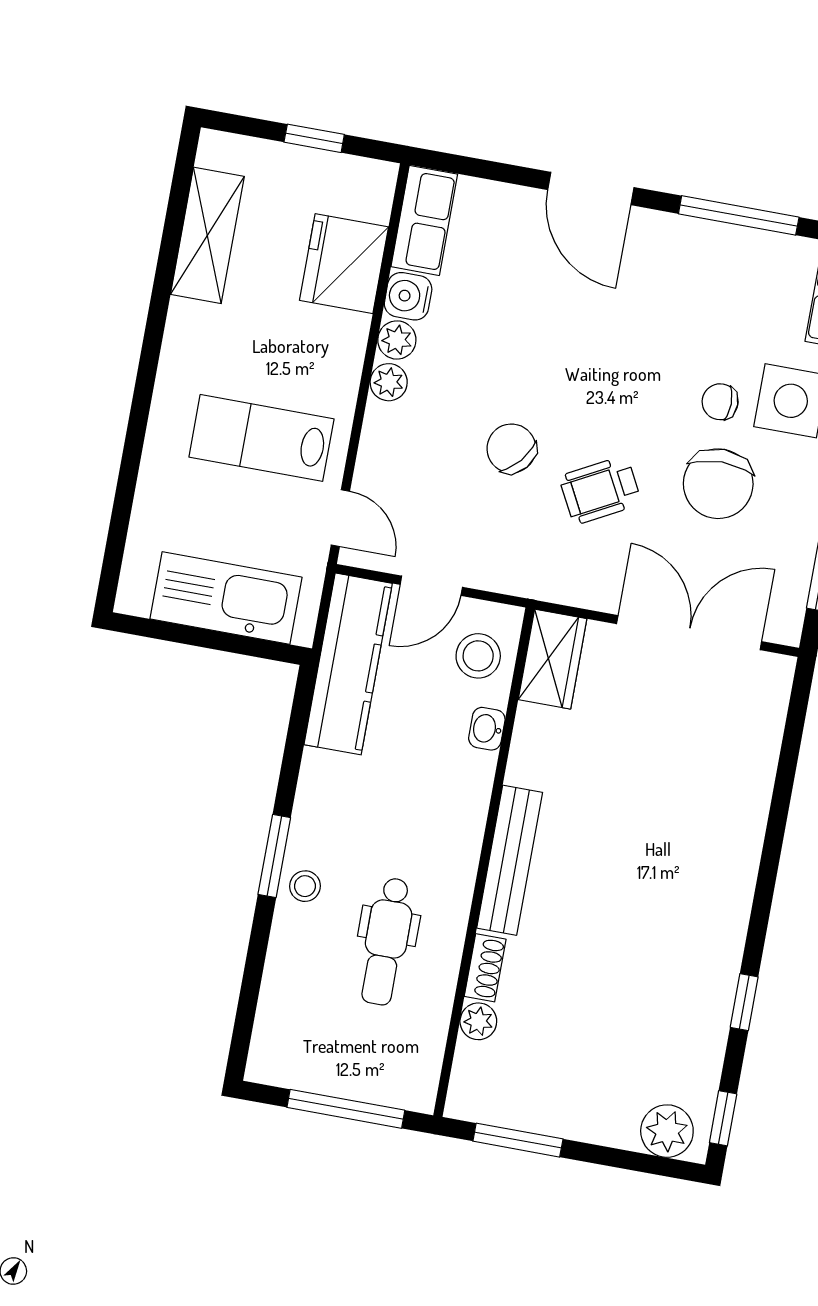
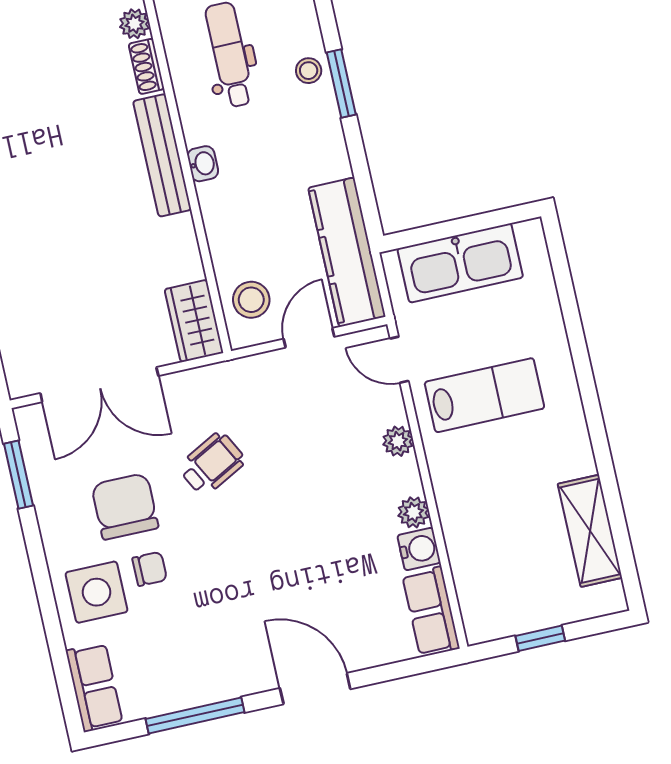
fridge: (344, 264) -> (478, 553), removed
plant: (389, 382) -> (398, 441), moved
chair: (511, 448) -> (292, 467), removed
washbasin: (487, 729) -> (203, 164), moved

